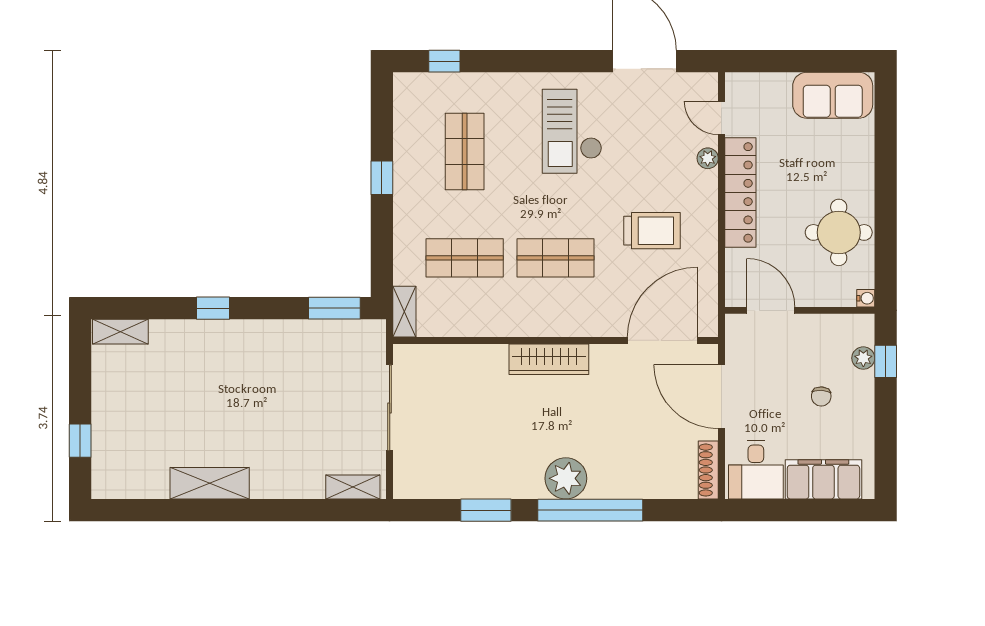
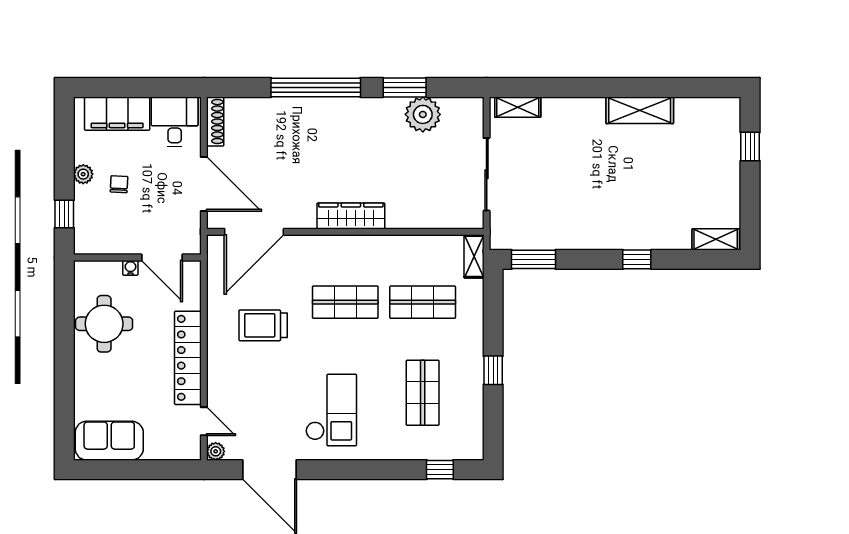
plant: (708, 158) -> (216, 451), moved
water cooler: (866, 298) -> (130, 268), moved, turned 90
plant: (863, 358) -> (83, 174), moved
plant: (566, 478) -> (423, 114), moved

